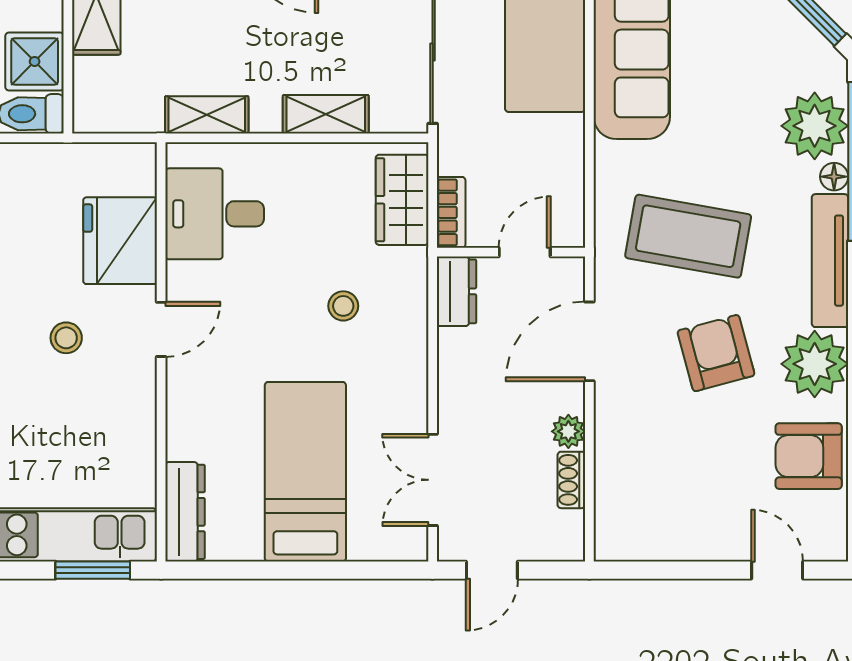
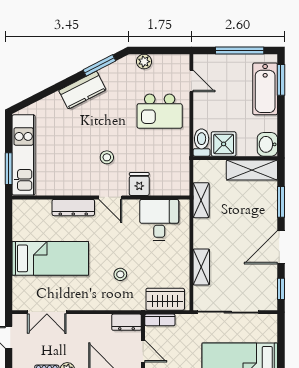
shelving: (207, 115) -> (201, 200), moved
fridge: (120, 241) -> (139, 184), width x0.53, depth x0.75
double door: (433, 480) -> (47, 312), swing flipped
dresser: (185, 512) -> (73, 208), moved

